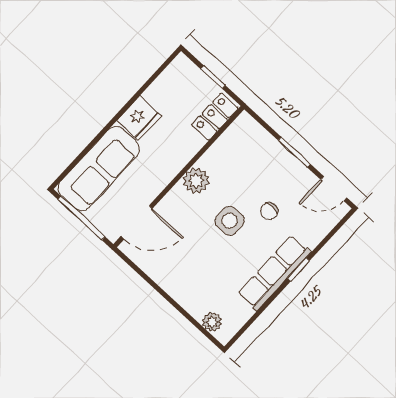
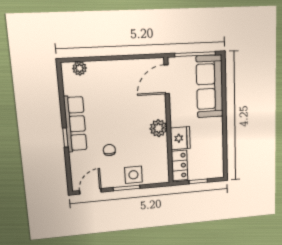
fridge: (139, 118) -> (180, 138), moved, turned 180
side table: (230, 221) -> (133, 175), moved

